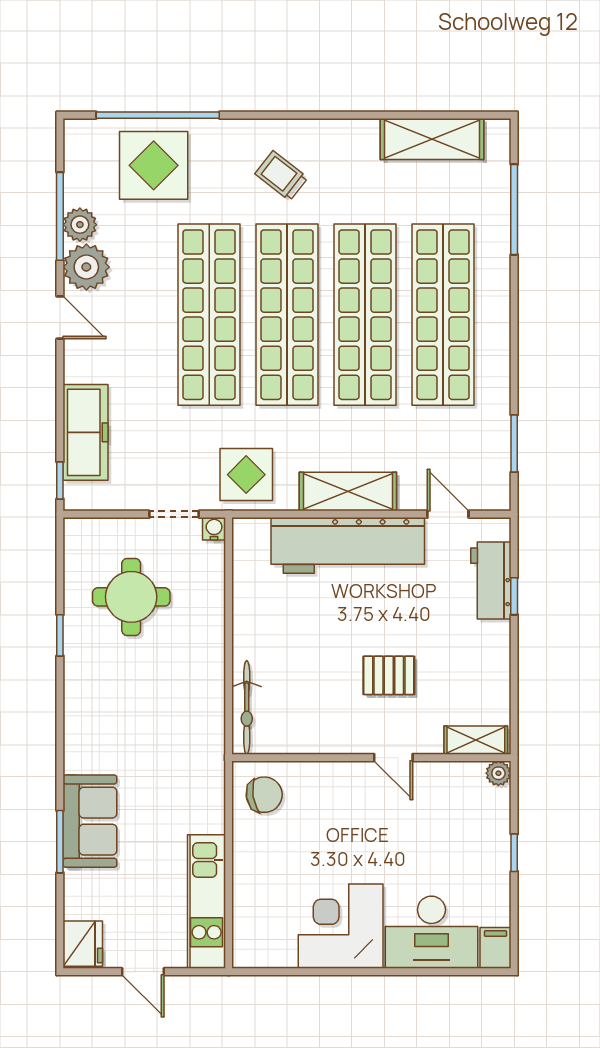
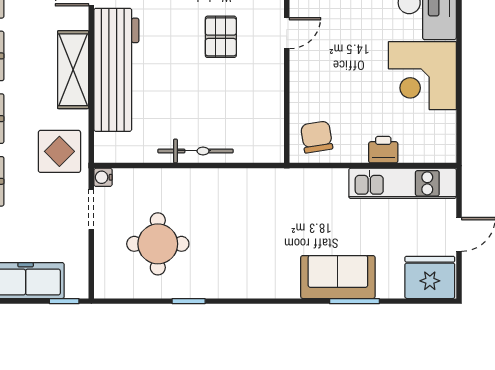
bicycle: (247, 707) -> (195, 151), moved
printer: (248, 878) -> (383, 150), added
fridge: (83, 944) -> (430, 277), width x1.36, depth x1.34

